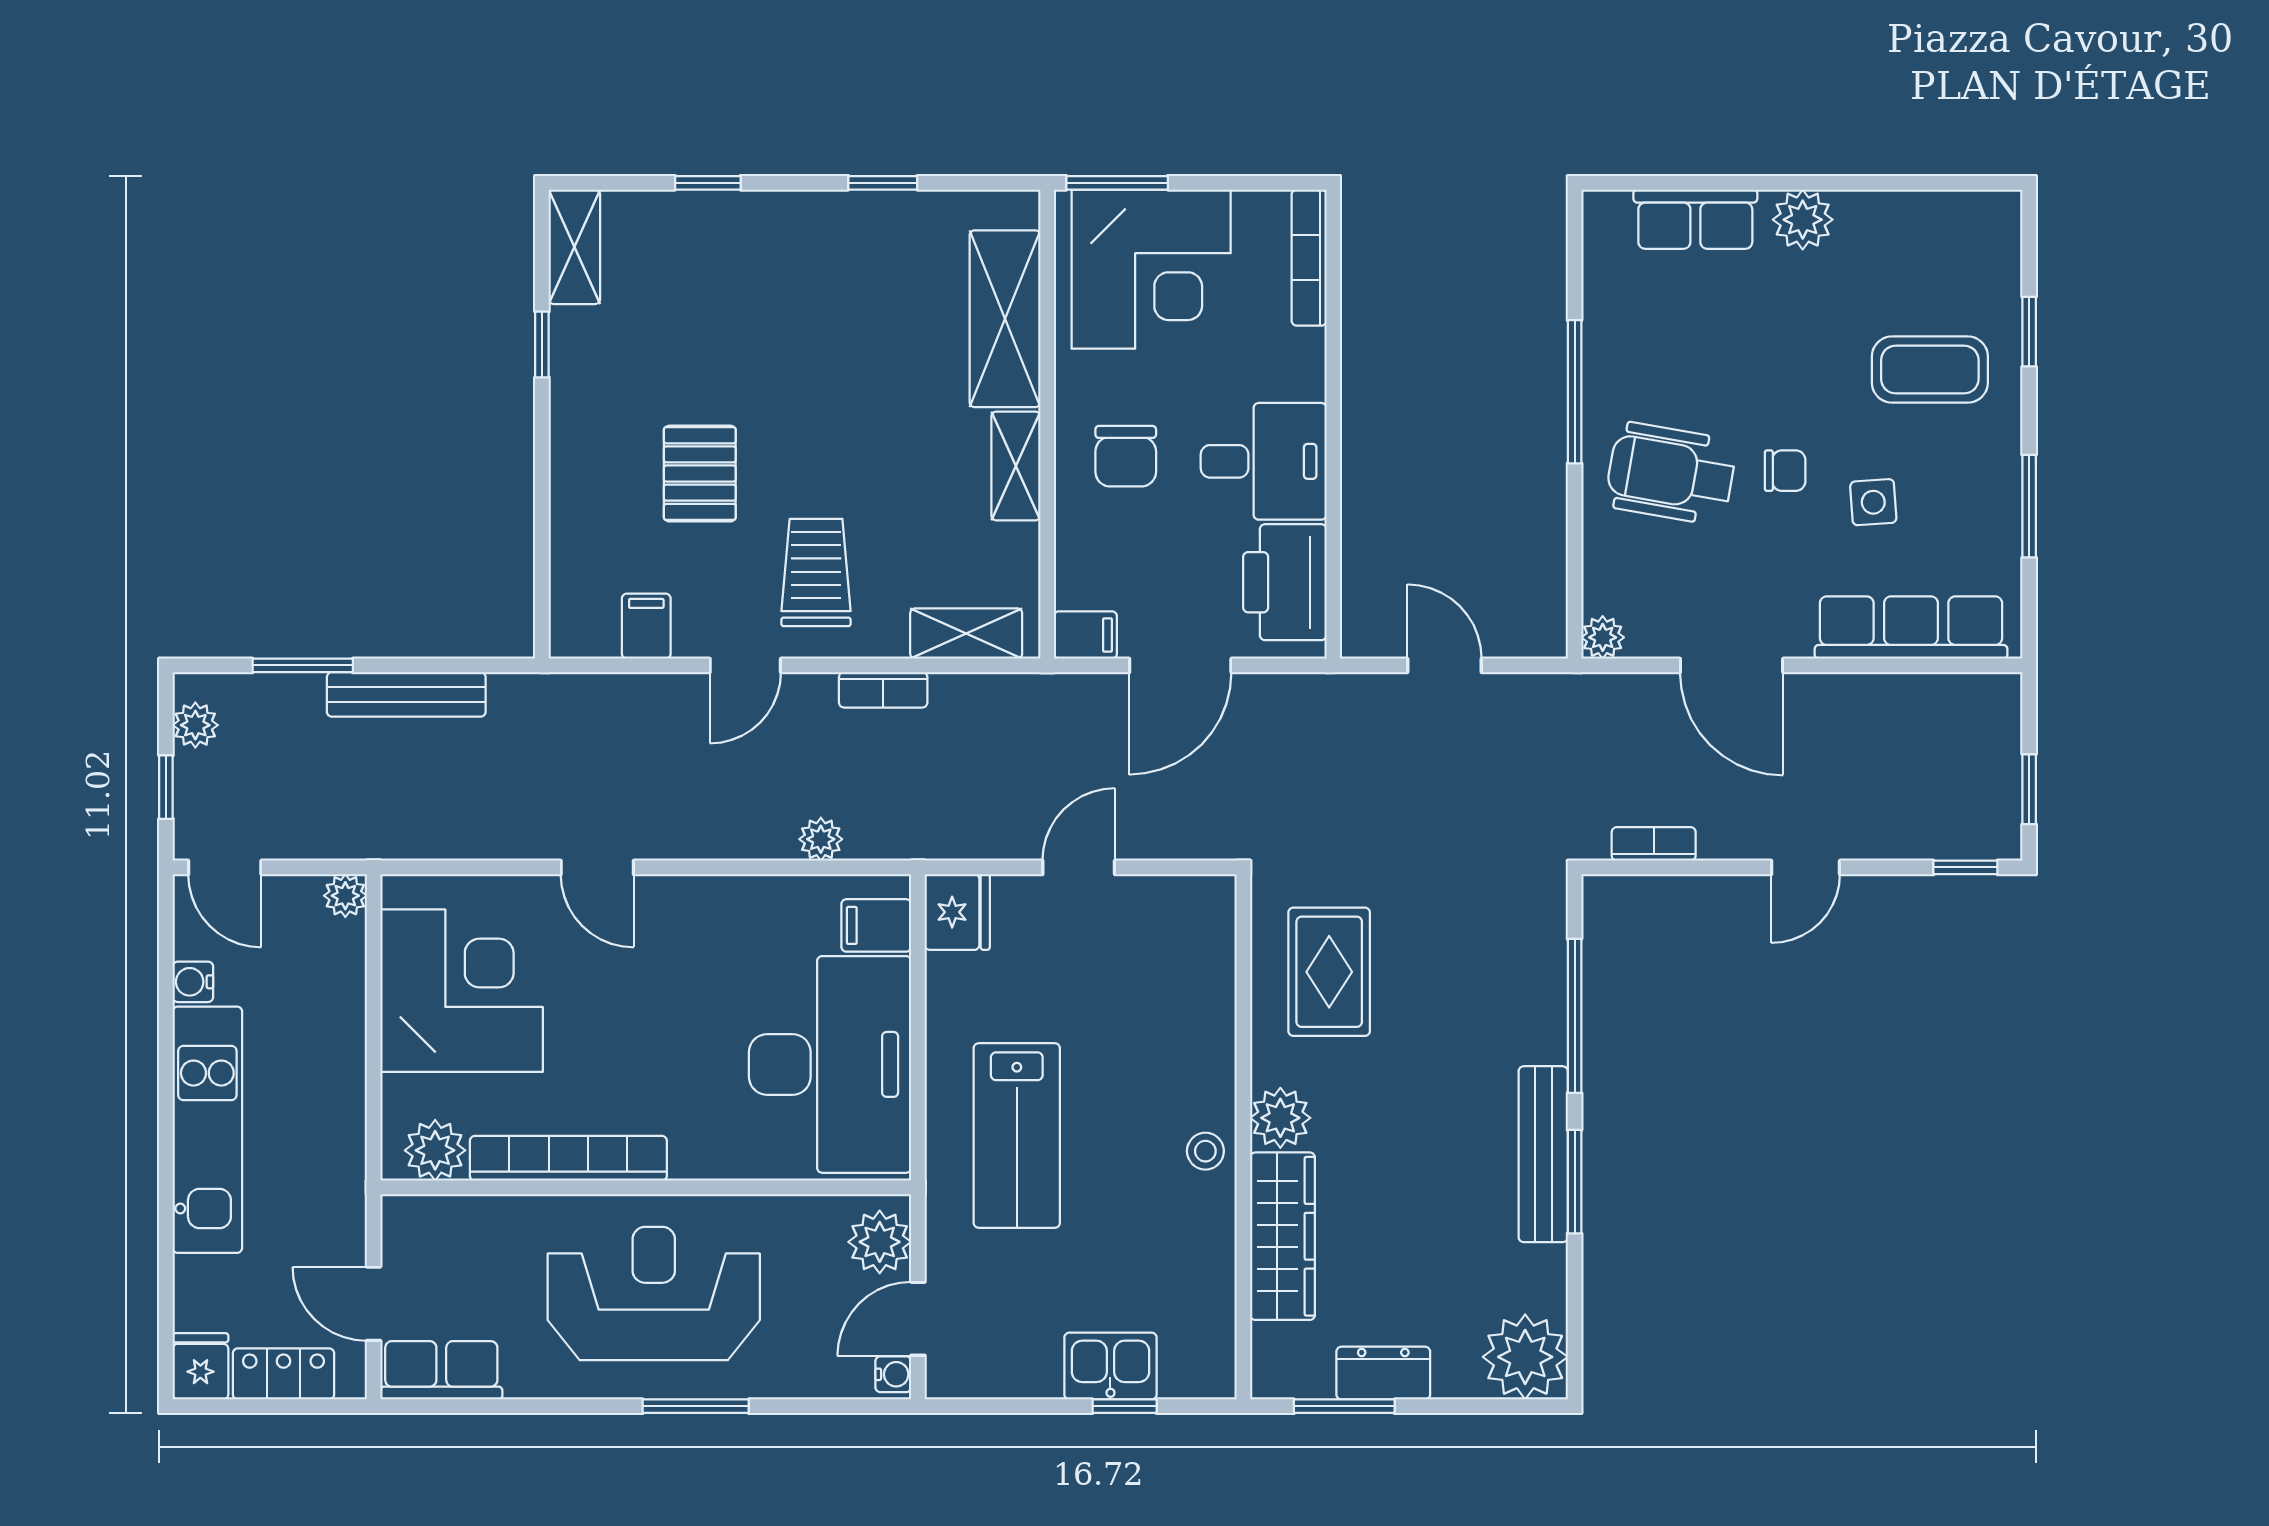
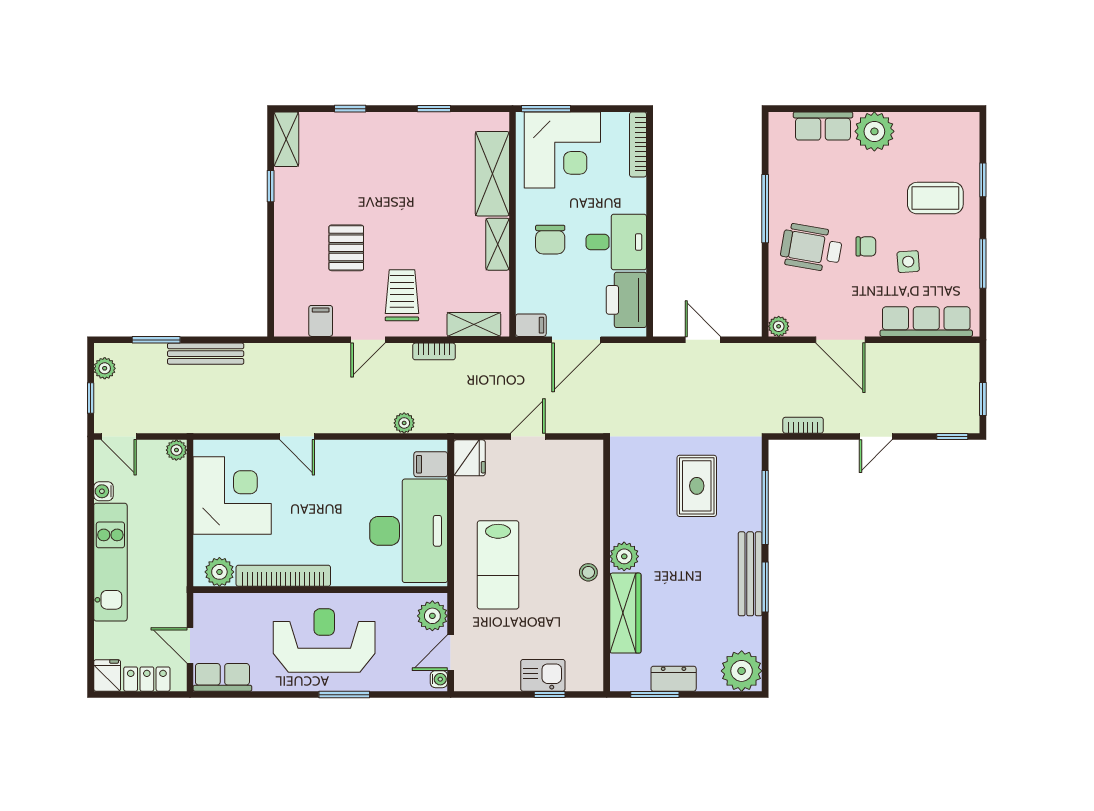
plant: (1803, 220) -> (874, 131), width x1.36, depth x1.36
rug: (1329, 972) -> (697, 486), moved

